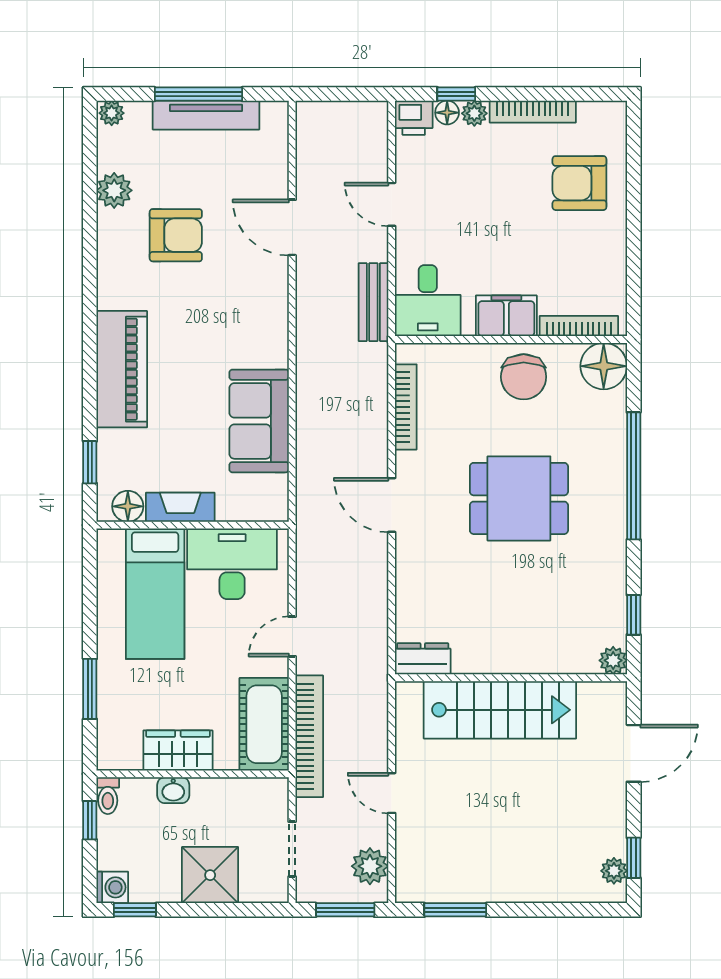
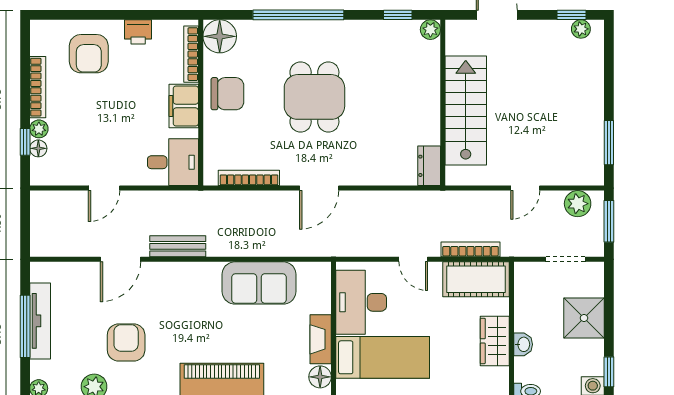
printer: (414, 118) -> (138, 32), moved, turned 90
bench: (373, 302) -> (178, 246), moved
bookcase: (309, 736) -> (471, 249), width x0.68, depth x0.76

